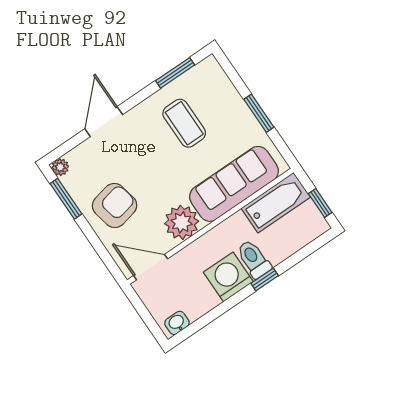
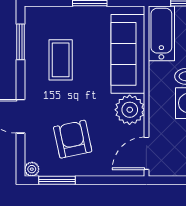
coffee table: (184, 123) -> (61, 60), turned 90
armchair: (115, 205) -> (73, 139), moved

